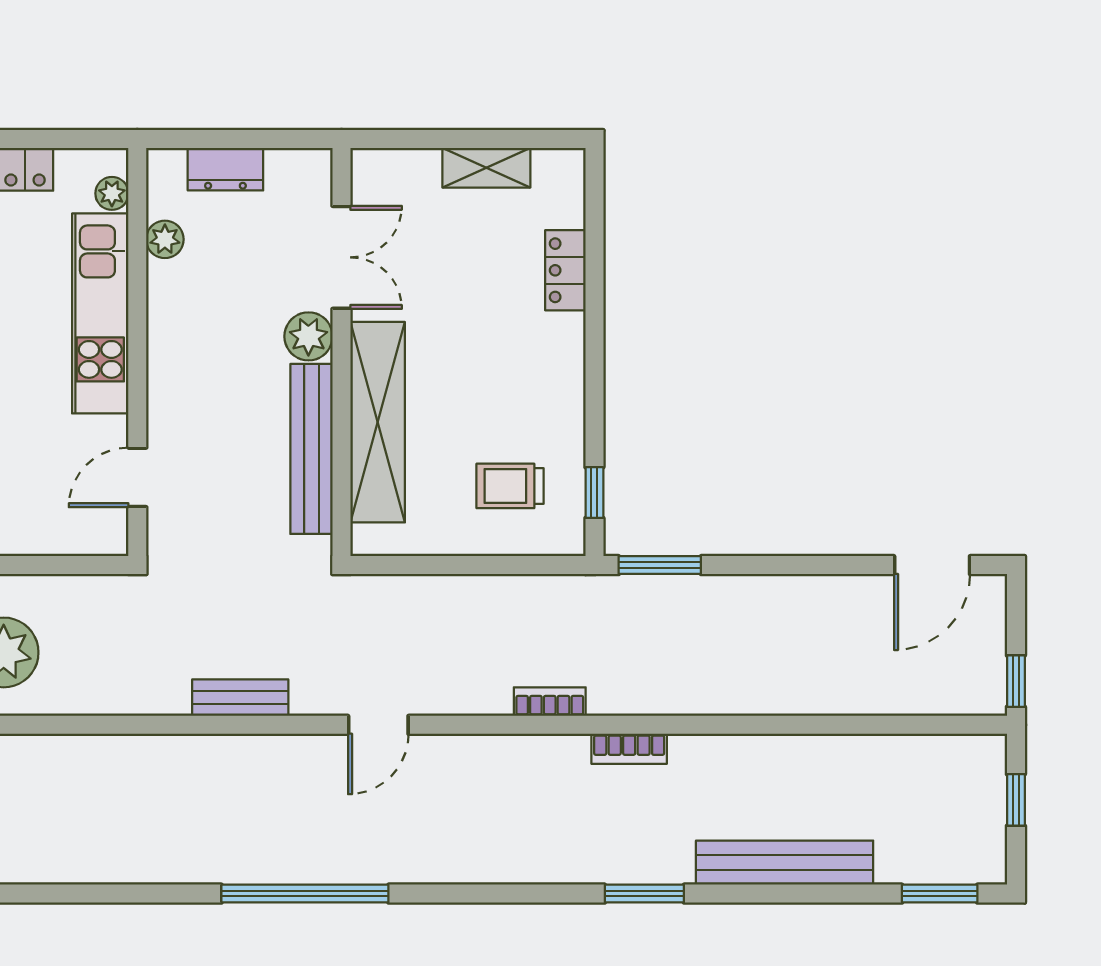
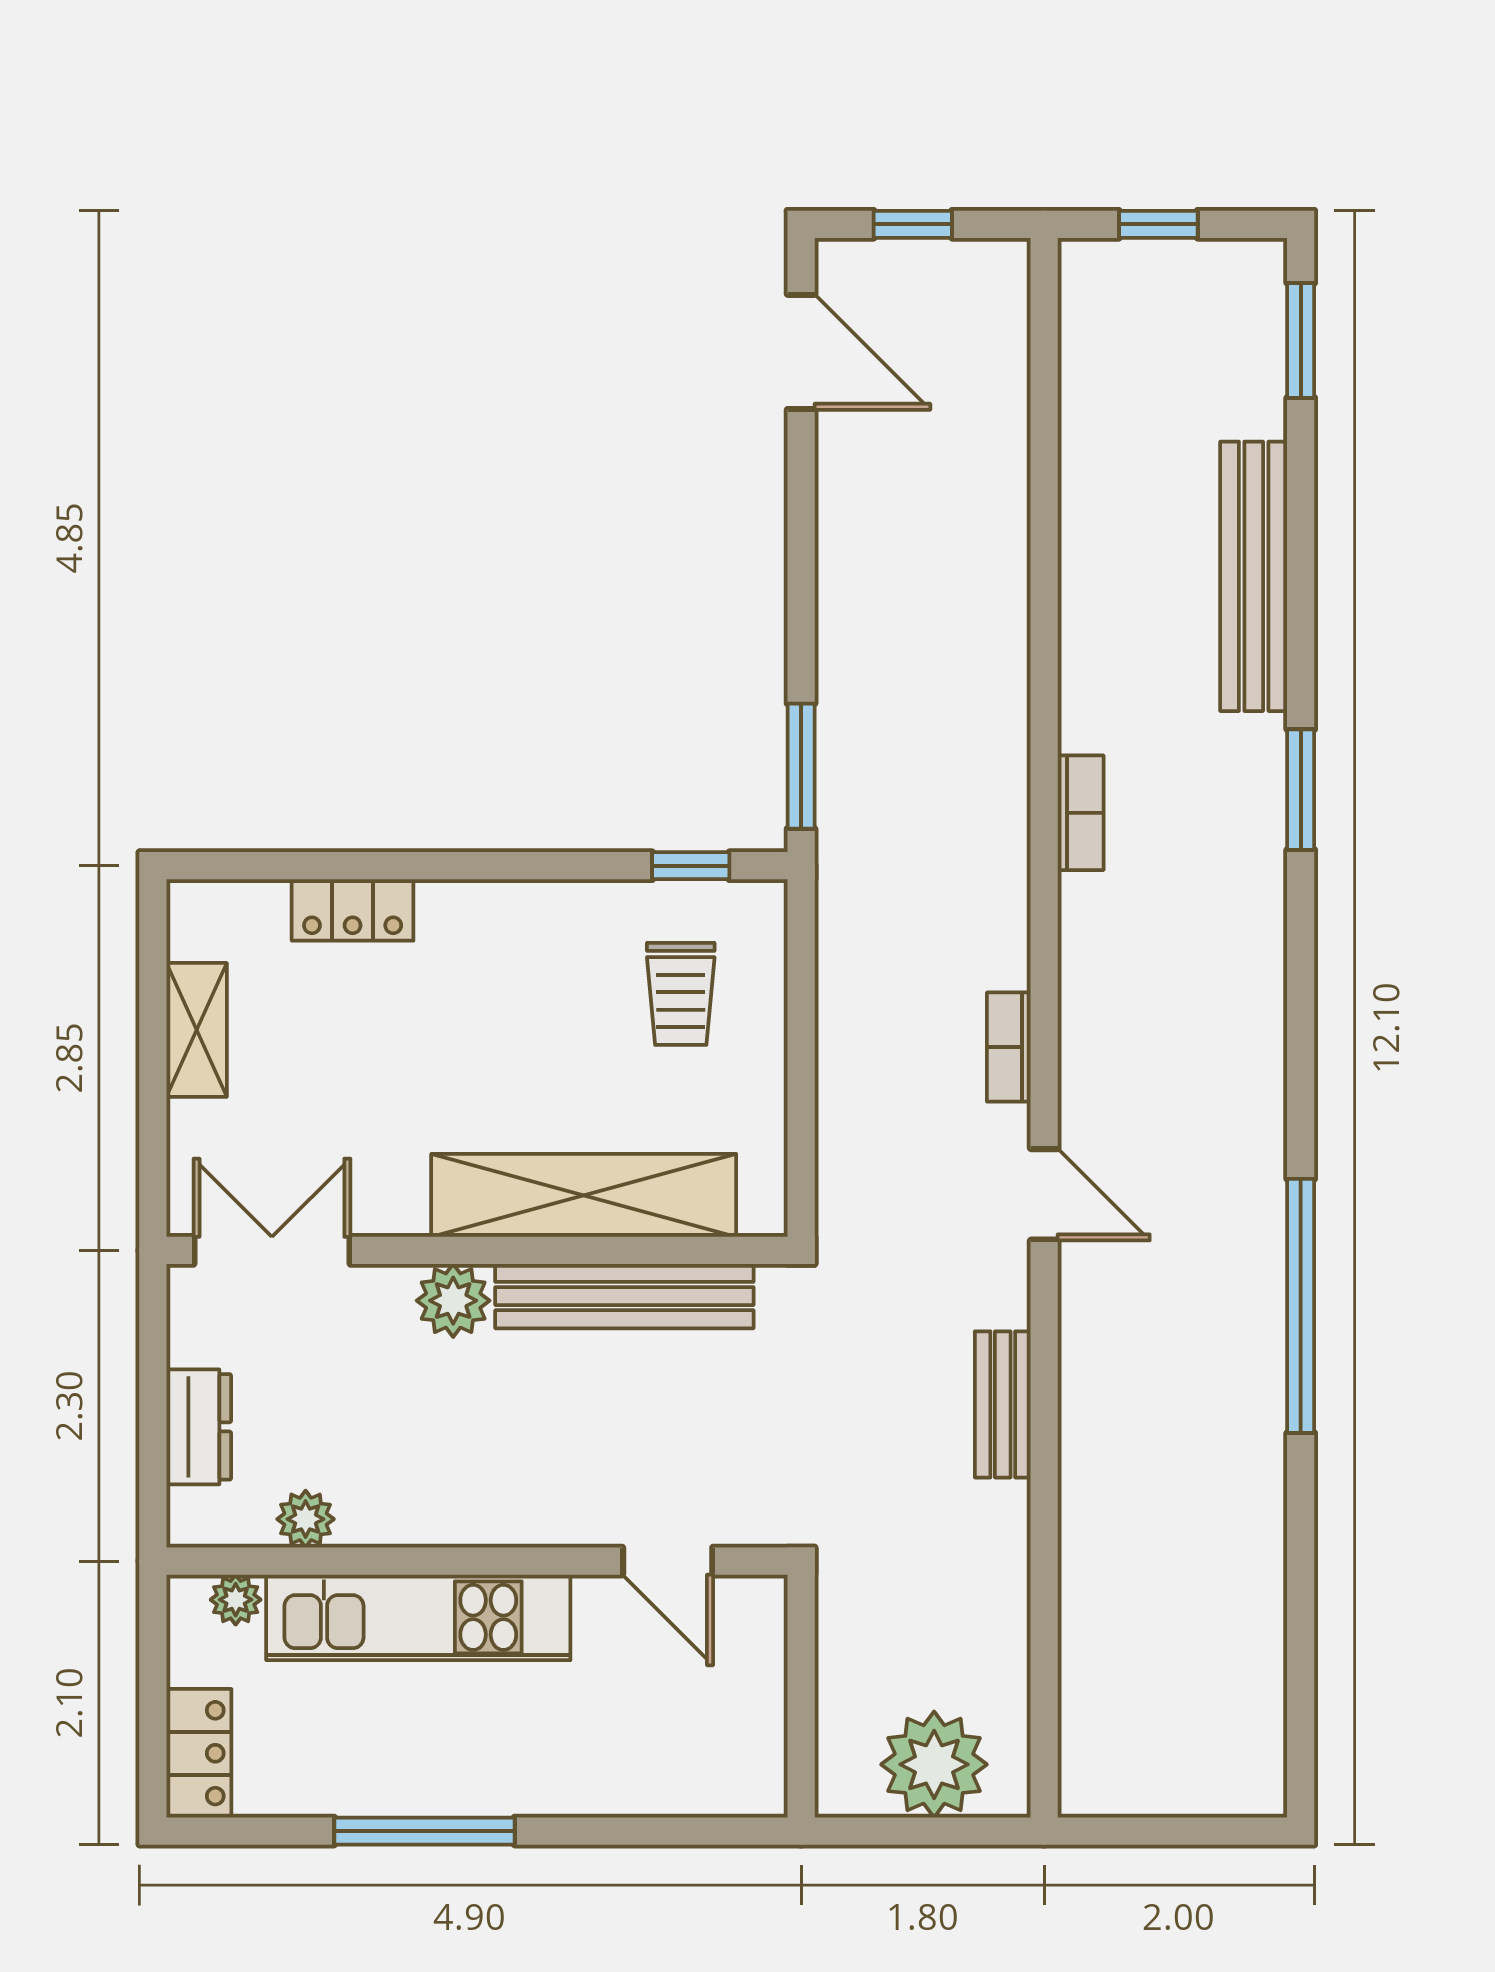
double door: (341, 257) -> (272, 1250), moved
window: (1016, 681) -> (913, 224), moved
bookcase: (550, 702) -> (1009, 1047), moved

